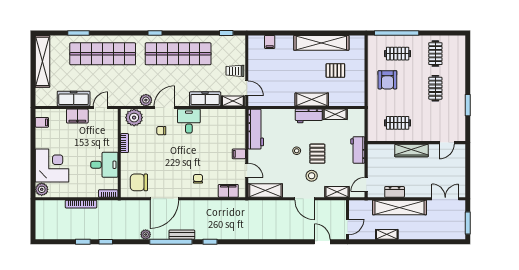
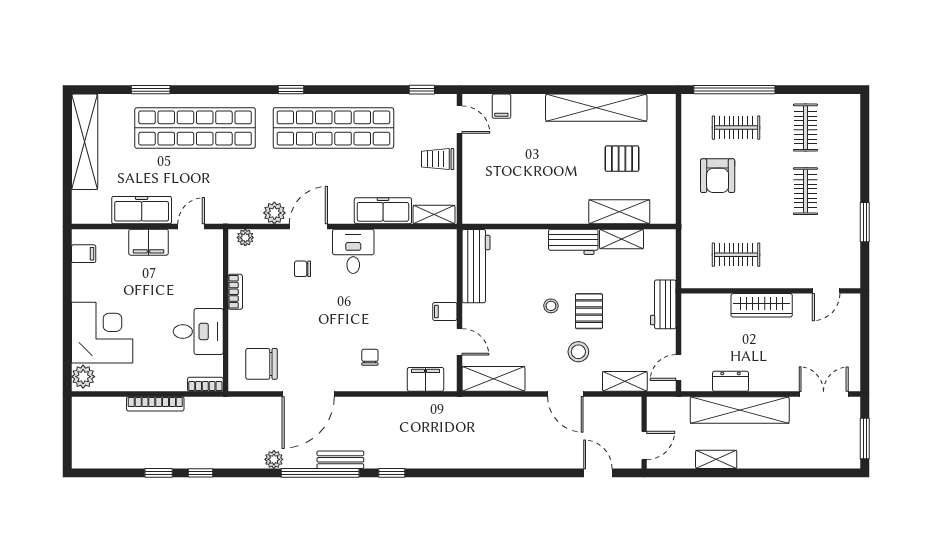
door: (247, 88) -> (460, 120), moved
shelving: (312, 99) -> (619, 212), moved
plant: (134, 118) -> (245, 238), width x0.53, depth x0.53

